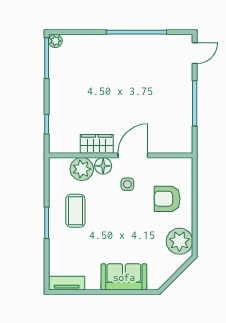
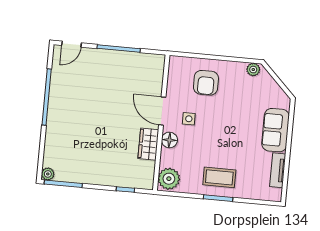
door: (195, 53) -> (72, 44), swing flipped
plant: (82, 169) -> (169, 179), moved
coffee table: (75, 211) -> (219, 177), moved
plant: (179, 241) -> (253, 70), width x0.53, depth x0.53
tv unit: (67, 283) -> (278, 170), moved

